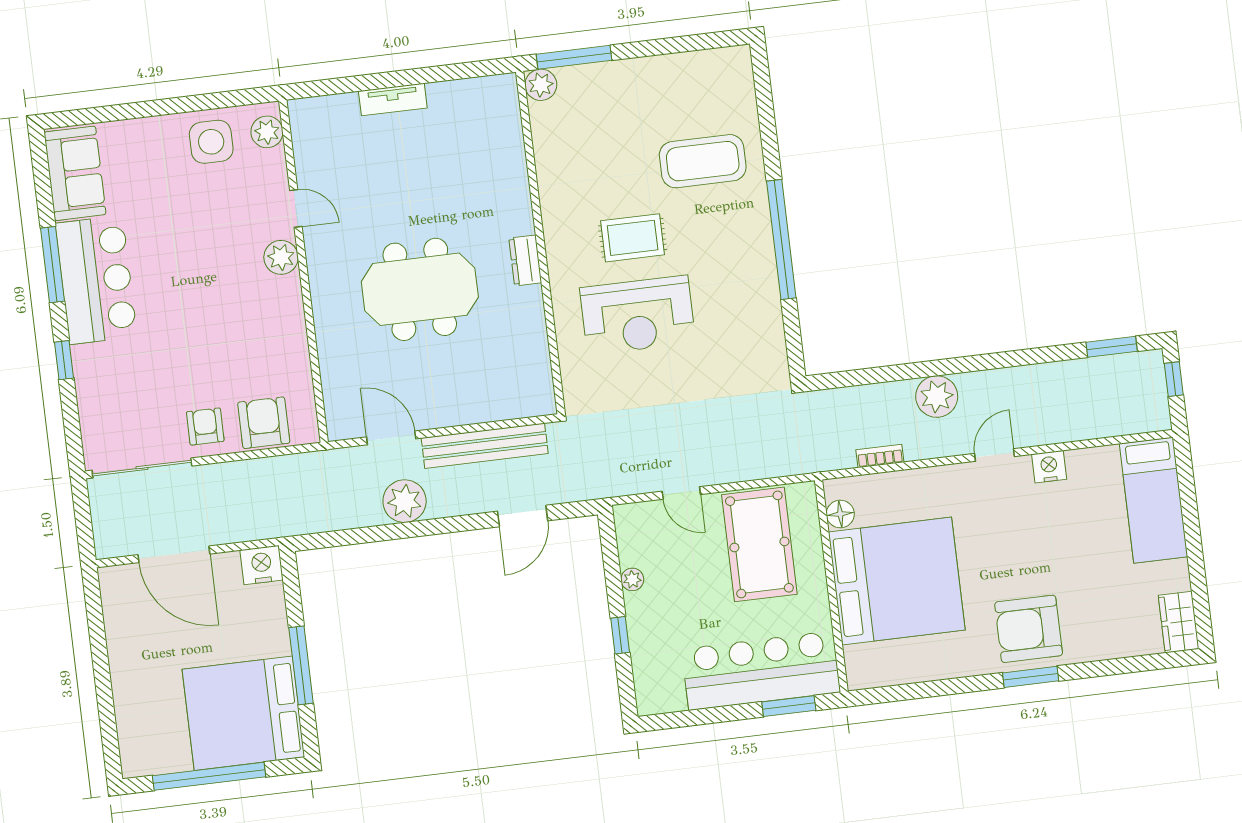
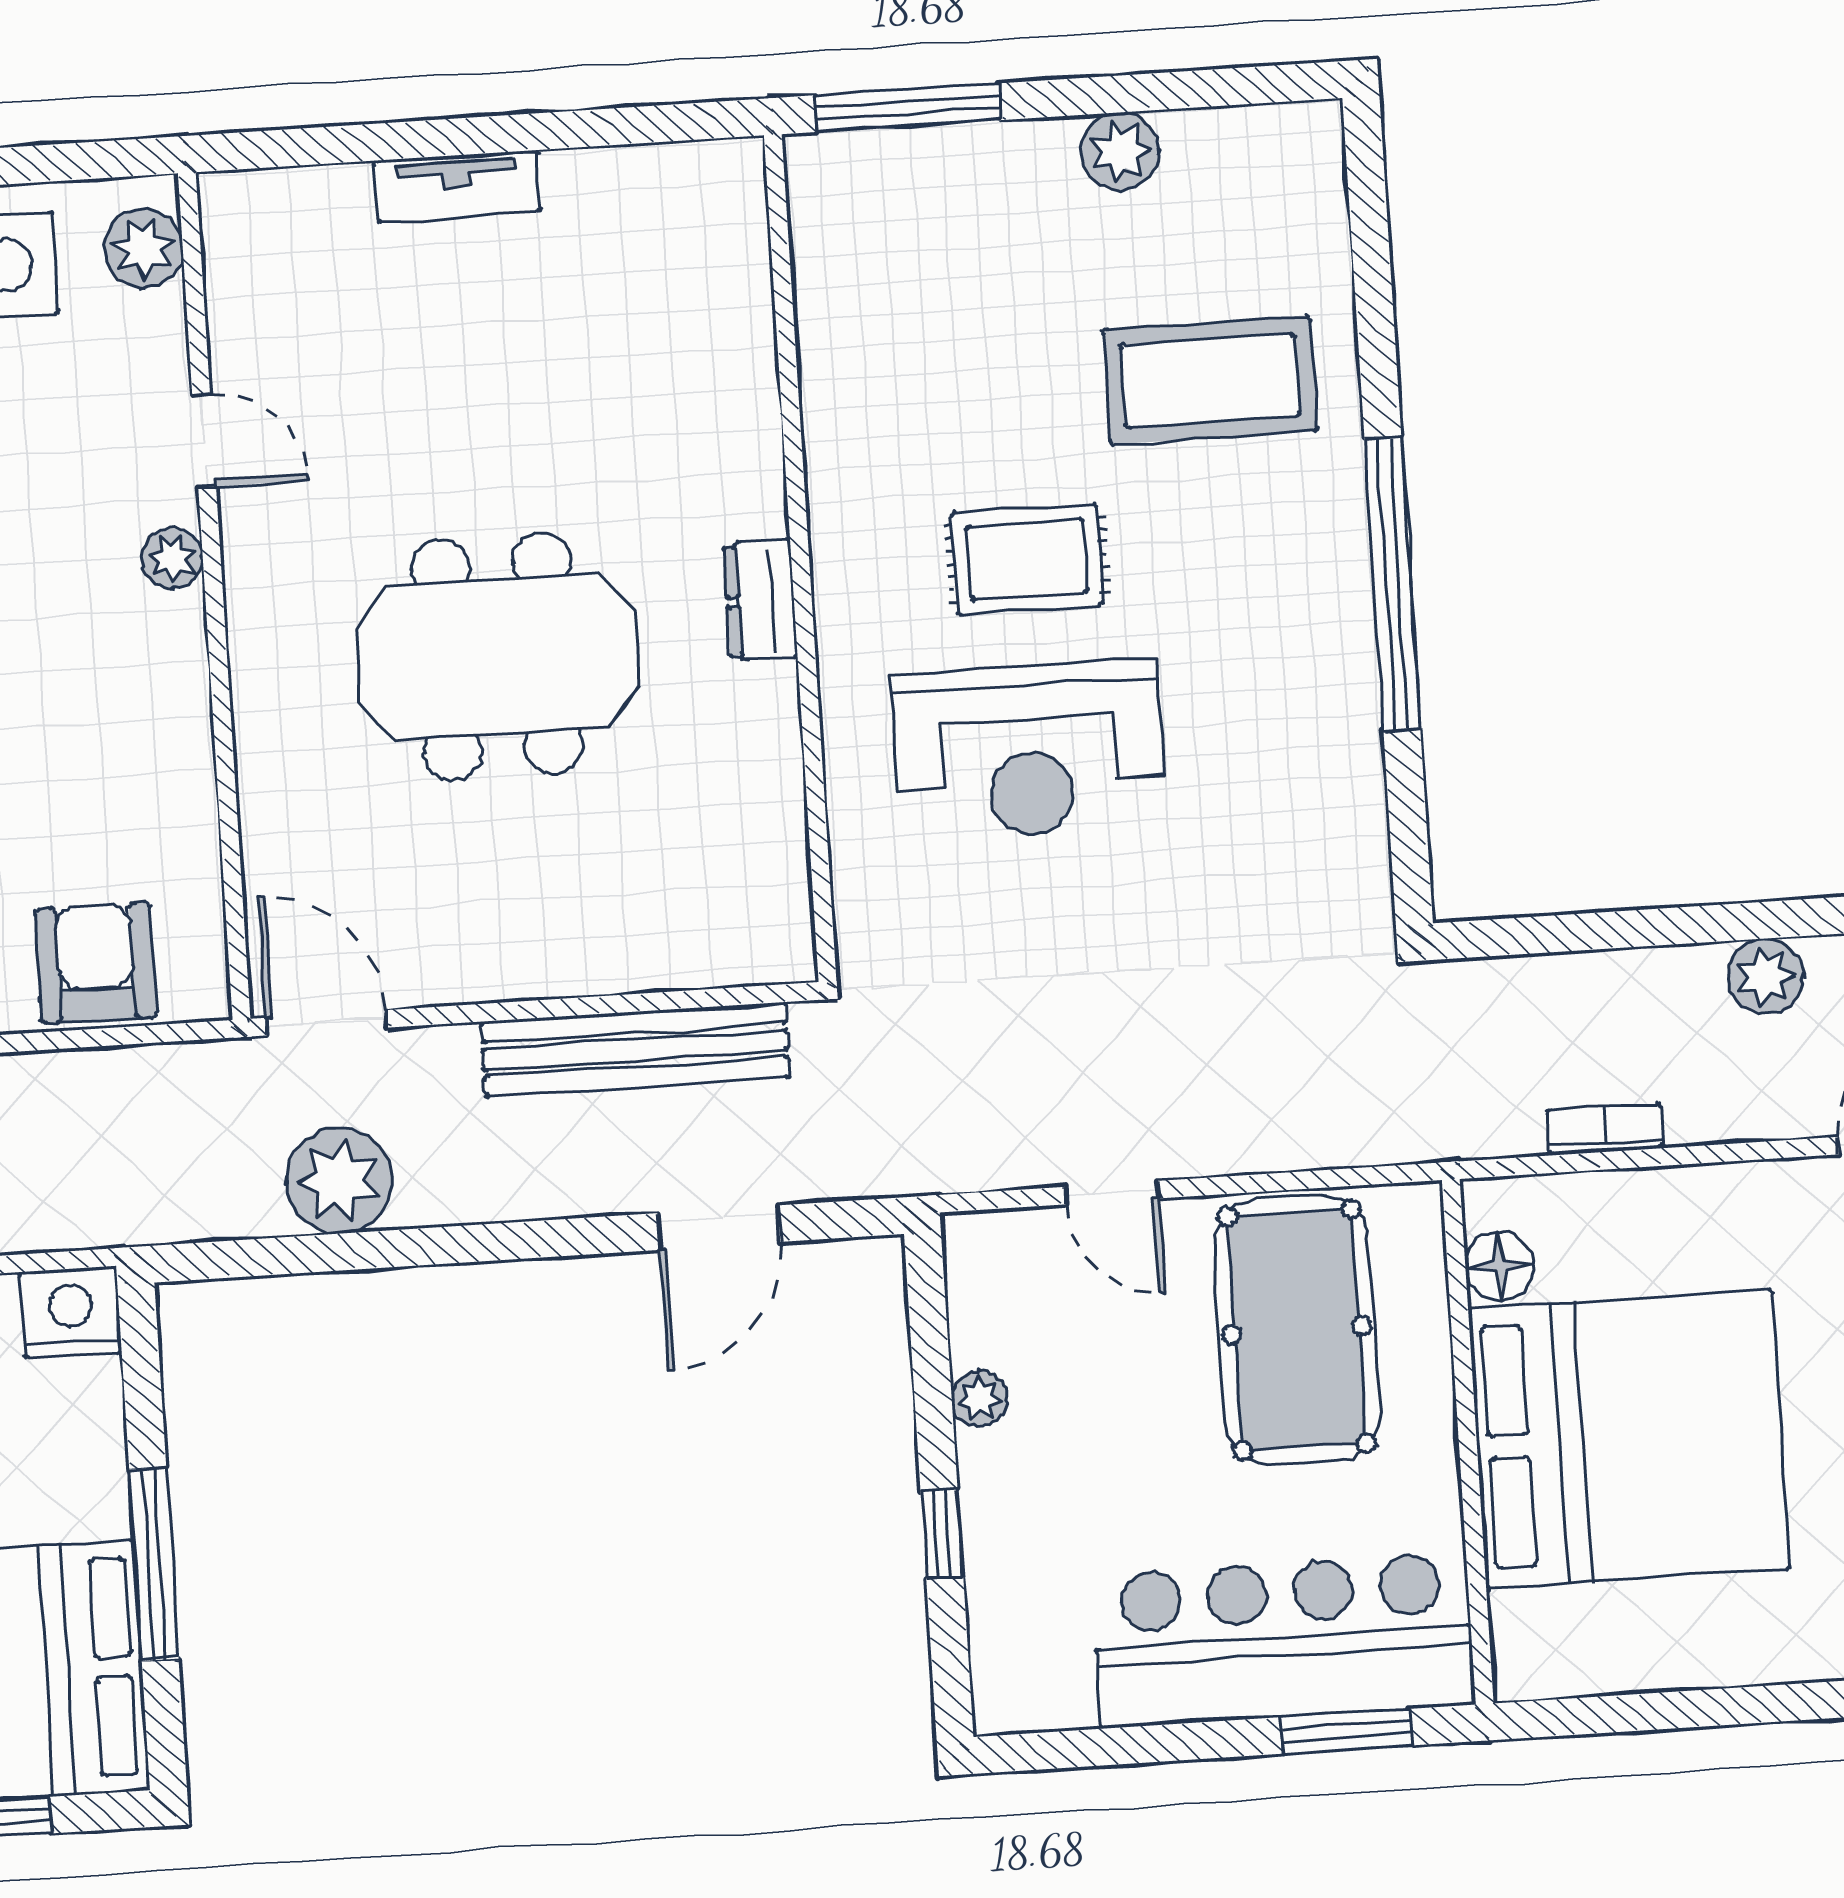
plant: (541, 85) -> (1120, 151), moved
plant: (281, 257) -> (172, 558), width x0.73, depth x0.73
plant: (937, 397) -> (1766, 976), width x0.73, depth x0.73
door: (391, 438) -> (326, 1023), moved
plant: (405, 501) -> (339, 1181), moved

